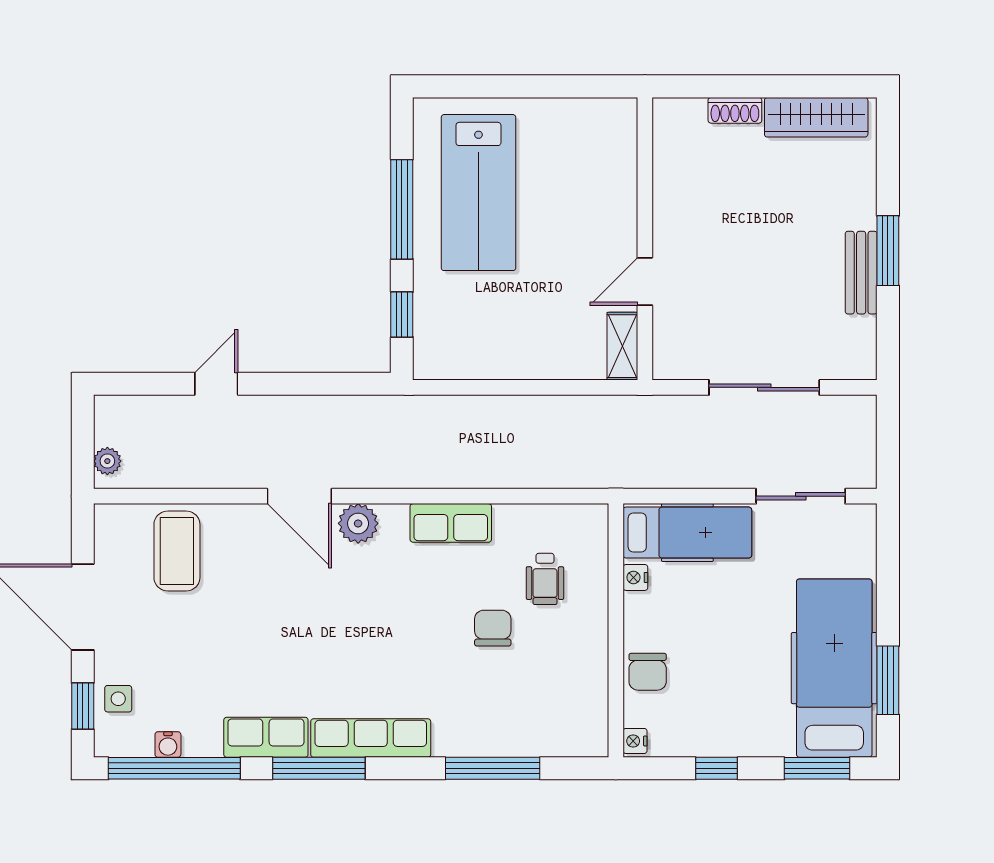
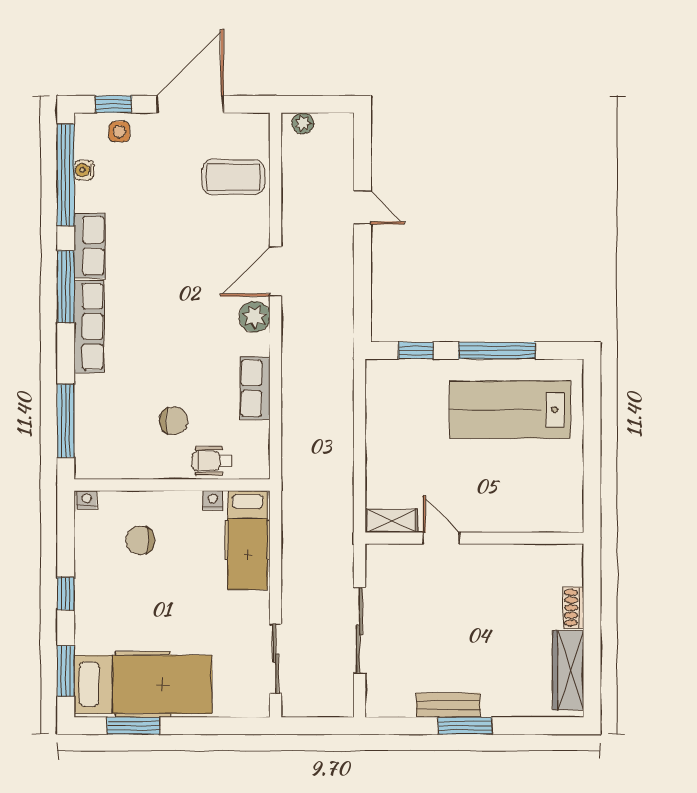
hospital bed: (687, 533) -> (248, 540), moved
nightstand: (635, 577) -> (213, 500), moved
wall: (616, 630) -> (172, 485), moved
nightstand: (635, 741) -> (87, 500), moved

